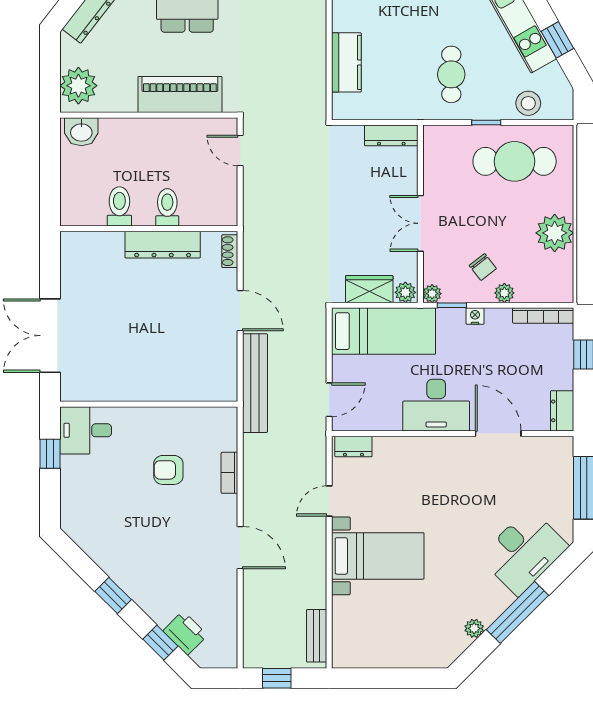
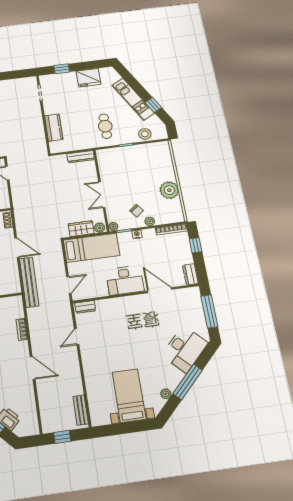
cafe table: (515, 161) -> (143, 160), removed
bed with nightstands: (378, 556) -> (129, 396), moved, turned -90

